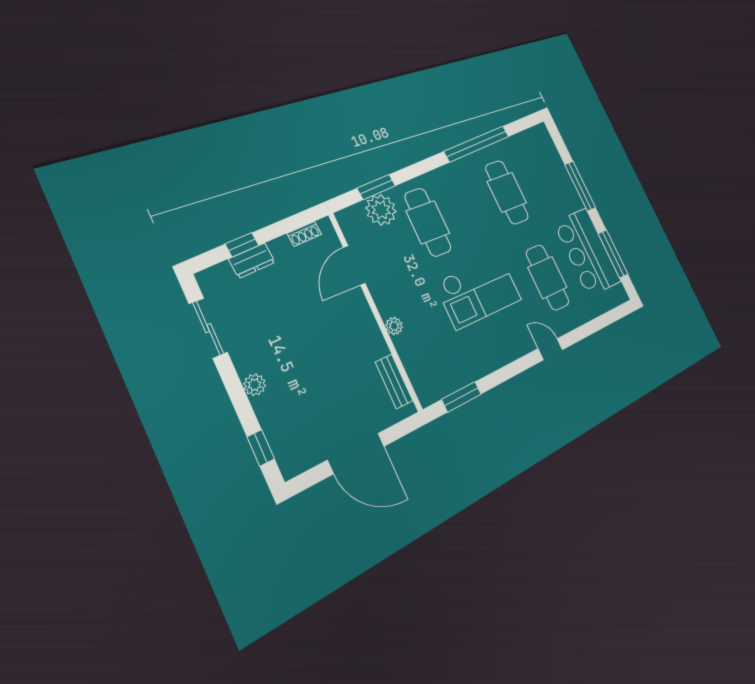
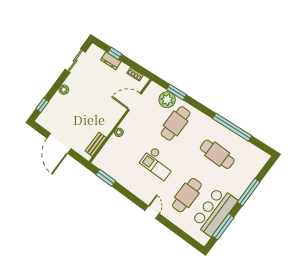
cafe table: (507, 192) -> (217, 154), turned 90
checkout: (479, 291) -> (158, 163), width x0.73, depth x0.83

